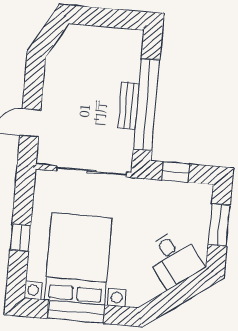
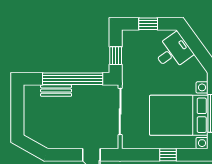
bench: (129, 105) -> (56, 91), moved
window: (219, 225) -> (148, 24), width x0.67

